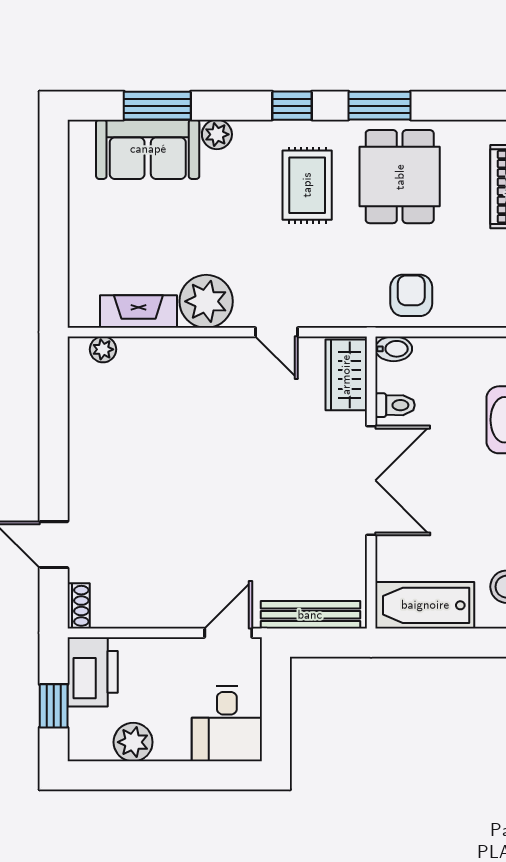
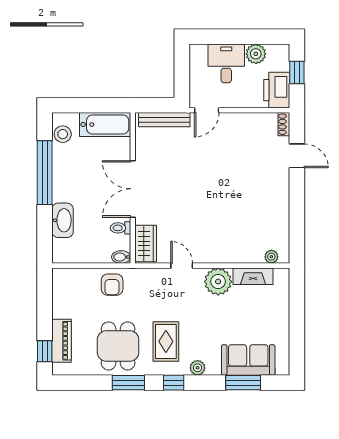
plant: (217, 134) -> (198, 368), moved
desk: (227, 724) -> (226, 63), moved

